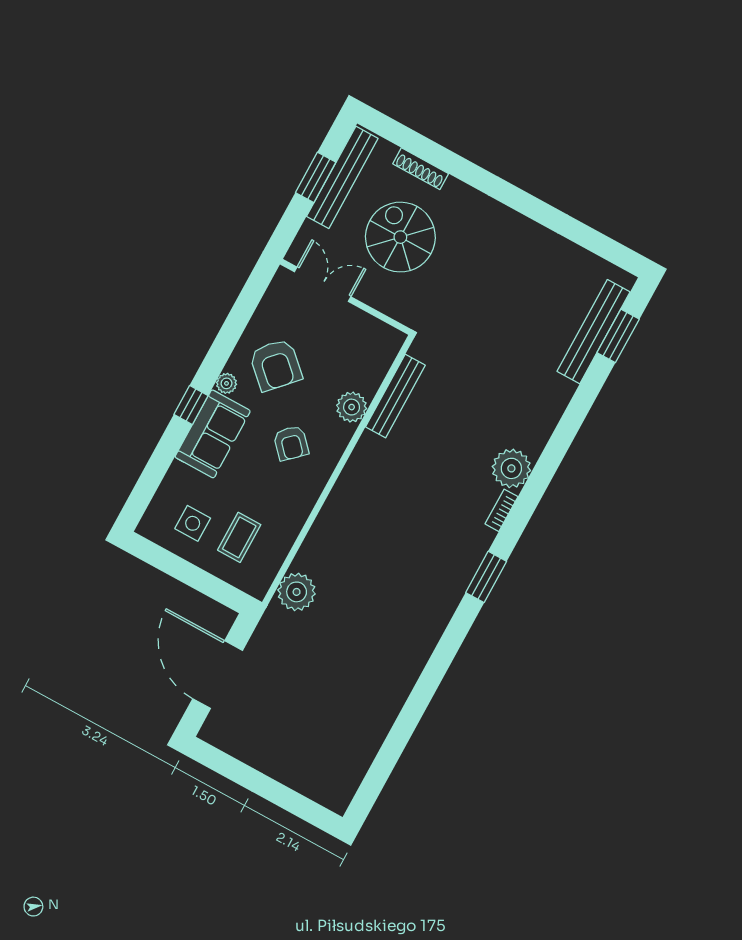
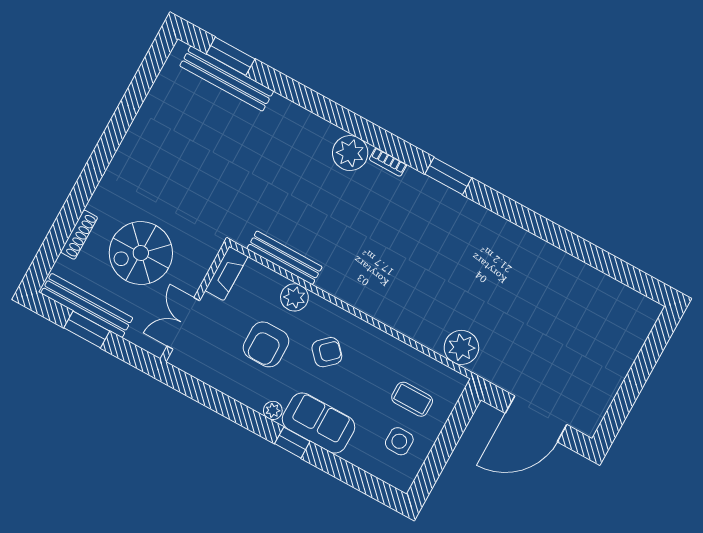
fireplace: (378, 332) -> (226, 273), added
armchair: (276, 365) -> (266, 344), moved, turned 137

